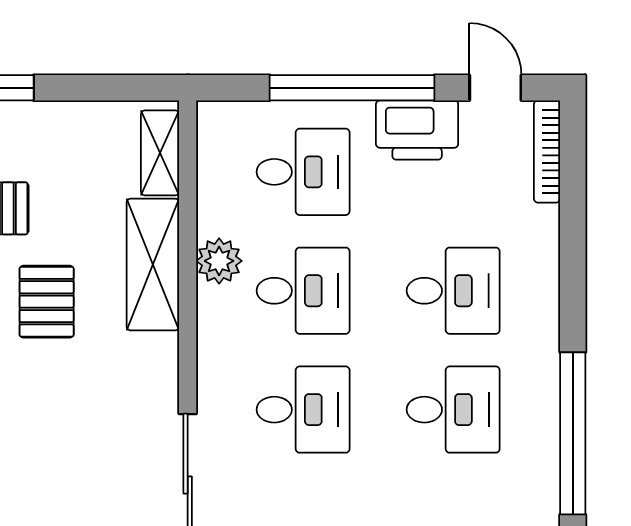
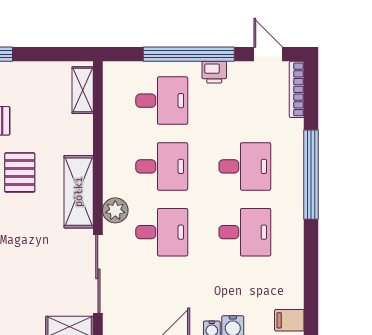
printer: (417, 130) -> (214, 72), width x0.53, depth x0.68
plant: (219, 261) -> (115, 210), moved
shelving: (153, 265) -> (79, 192), moved
window: (573, 433) -> (311, 175), moved

